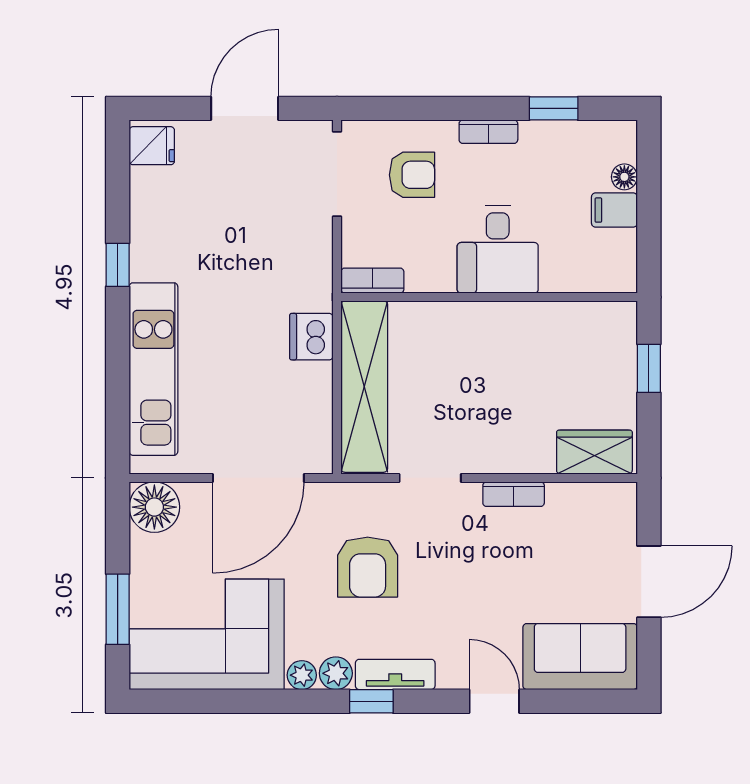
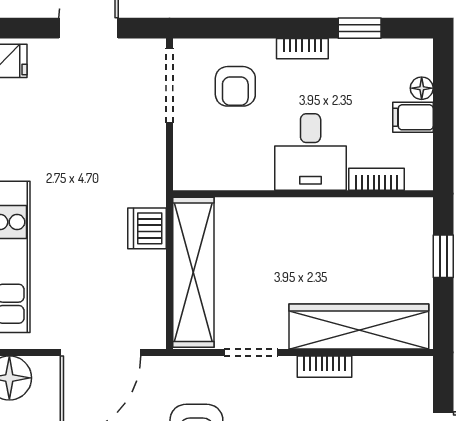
armchair: (412, 175) -> (235, 86), turned 90
bookcase: (372, 281) -> (376, 179), moved
wardrobe: (594, 452) -> (359, 326), width x2.10, depth x1.17

